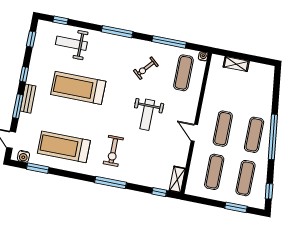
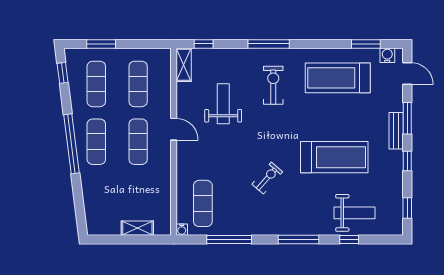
window: (61, 20) -> (349, 239), moved
exercise bike: (146, 68) -> (267, 178), moved
weight bench: (147, 115) -> (223, 104), moved
treadmill: (64, 147) -> (338, 78), turned 180

